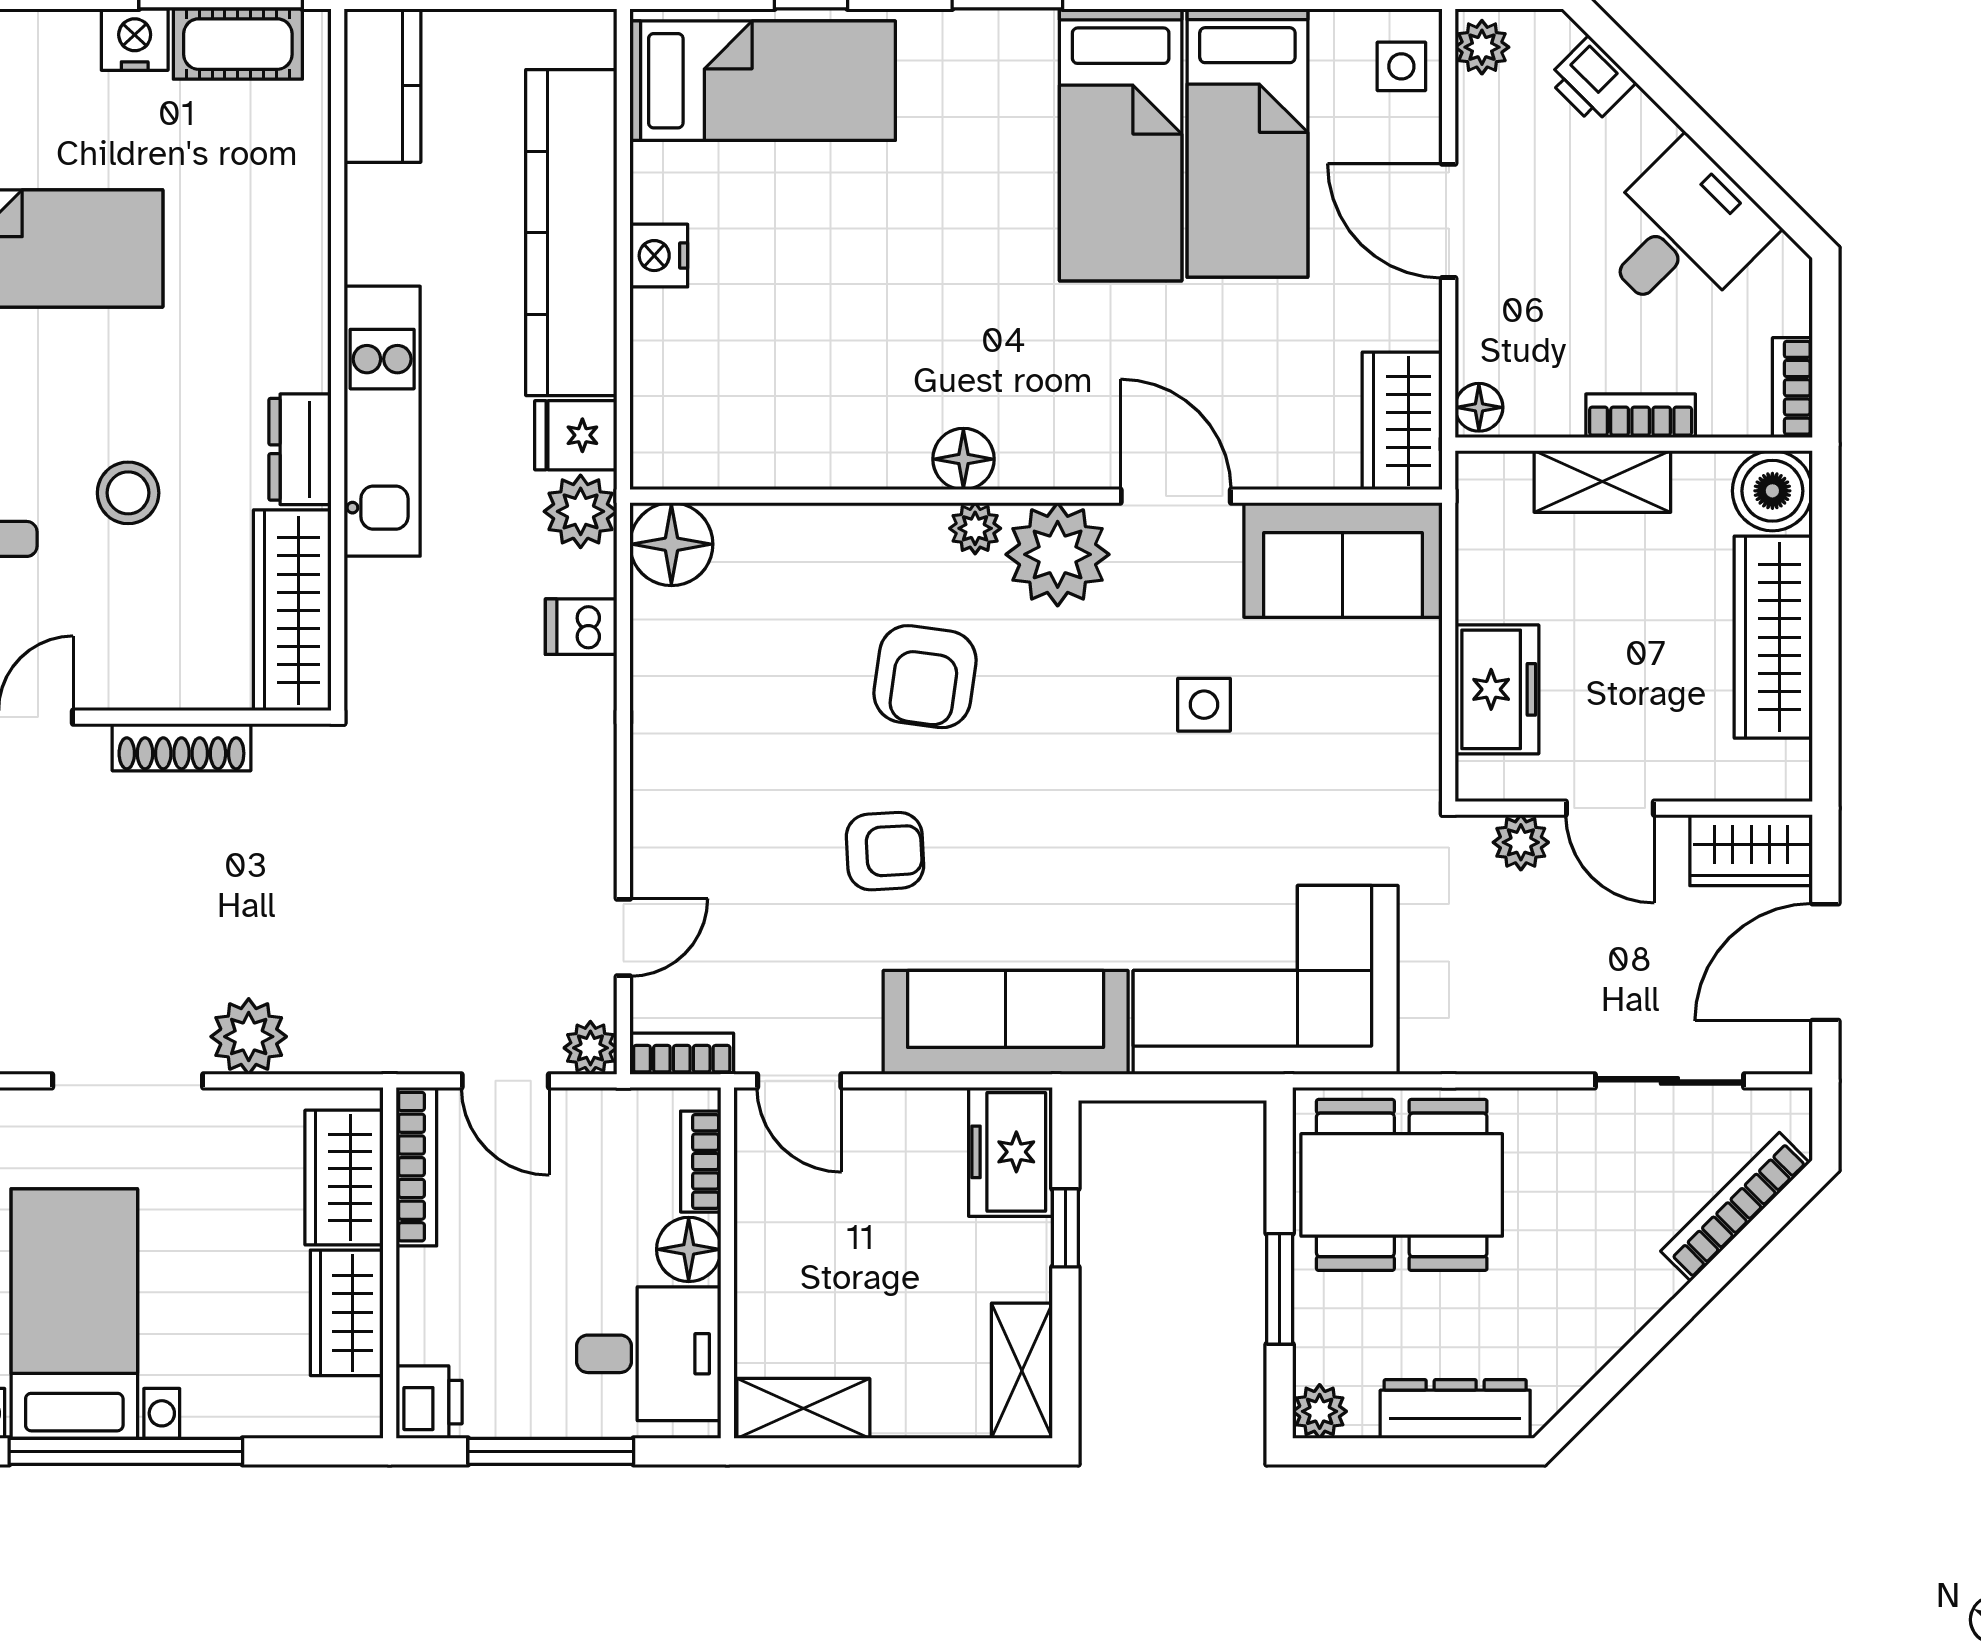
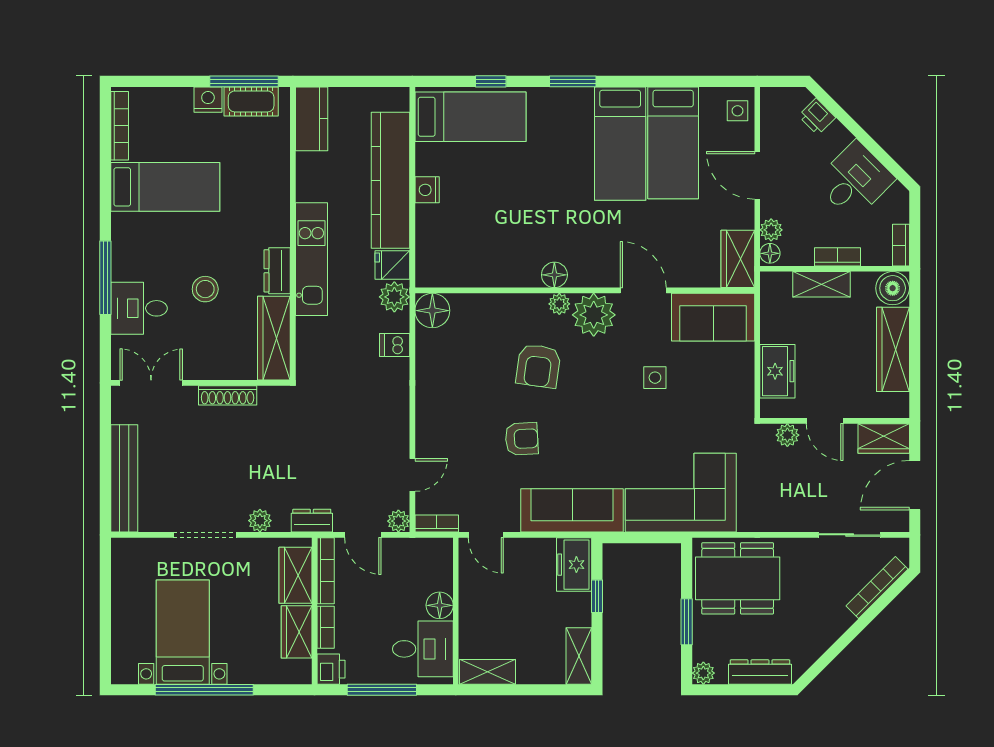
plant: (1482, 47) -> (771, 230), moved
plant: (249, 1037) -> (260, 521), width x0.73, depth x0.73
dresser: (383, 1047) -> (312, 521), added
bookcase: (701, 1162) -> (326, 627), moved, turned 180

